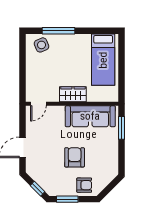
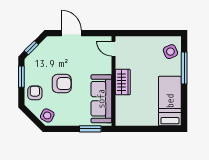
bed: (103, 60) -> (170, 101), moved, turned 90
side table: (108, 172) -> (47, 115), added
armchair: (84, 185) -> (35, 93), turned 180

